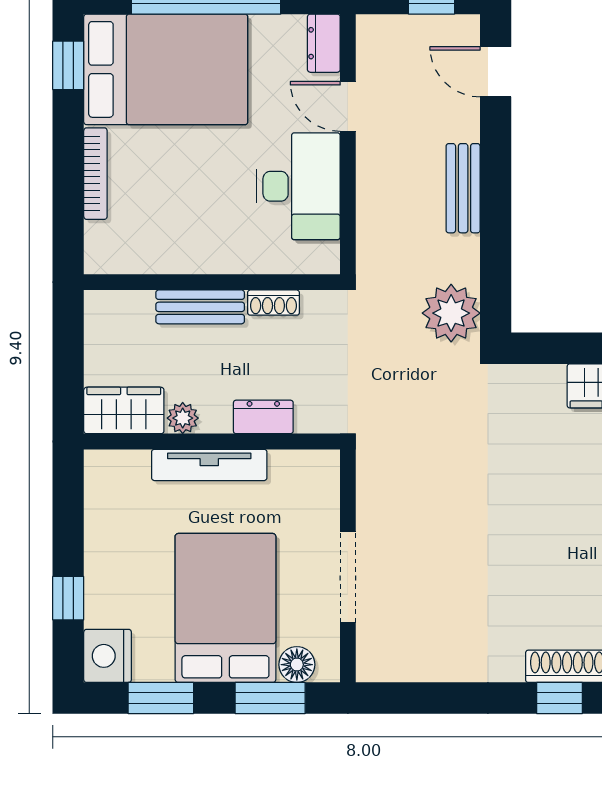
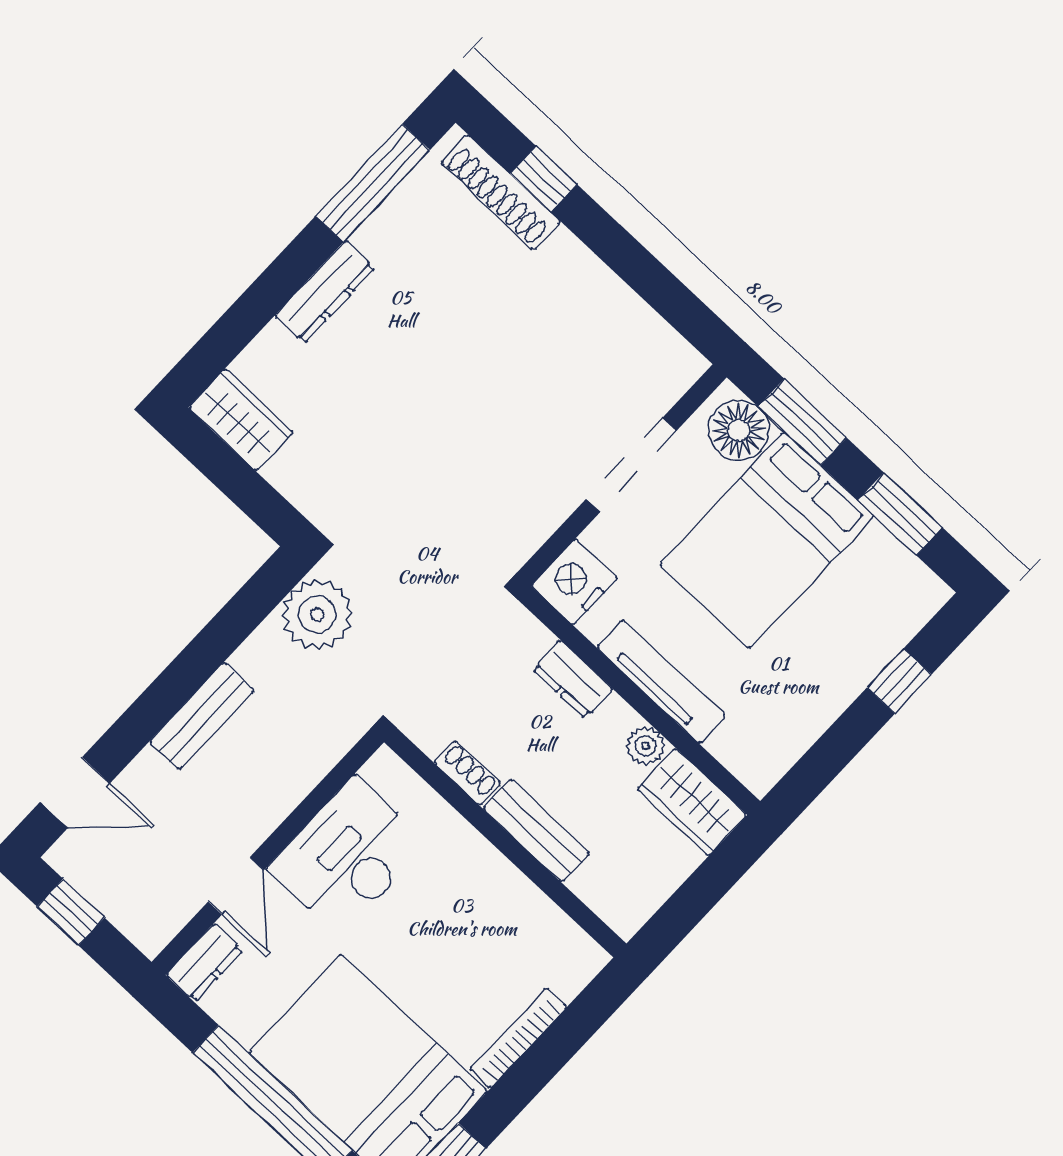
door: (496, 72) -> (75, 793), hinge flipped
nightstand: (108, 656) -> (575, 582), moved, turned 180
floor lamp: (297, 665) -> (739, 430), width x1.38, depth x1.38

